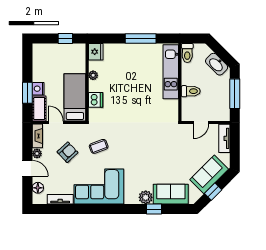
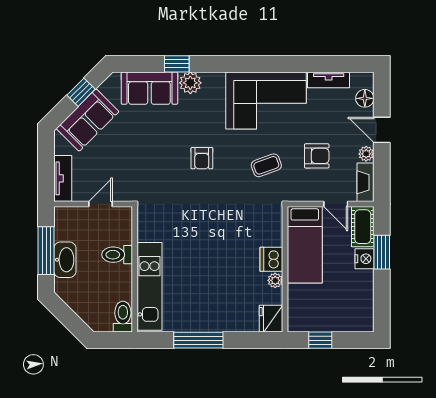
washbasin: (217, 64) -> (65, 260), moved, turned 45
dishwasher: (96, 100) -> (271, 259), moved
armchair: (138, 151) -> (202, 158), added
armchair: (67, 152) -> (317, 156), turned -137

